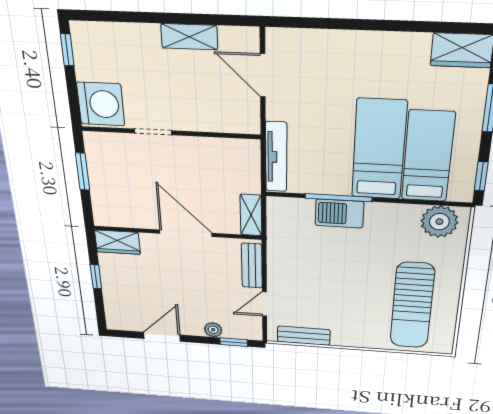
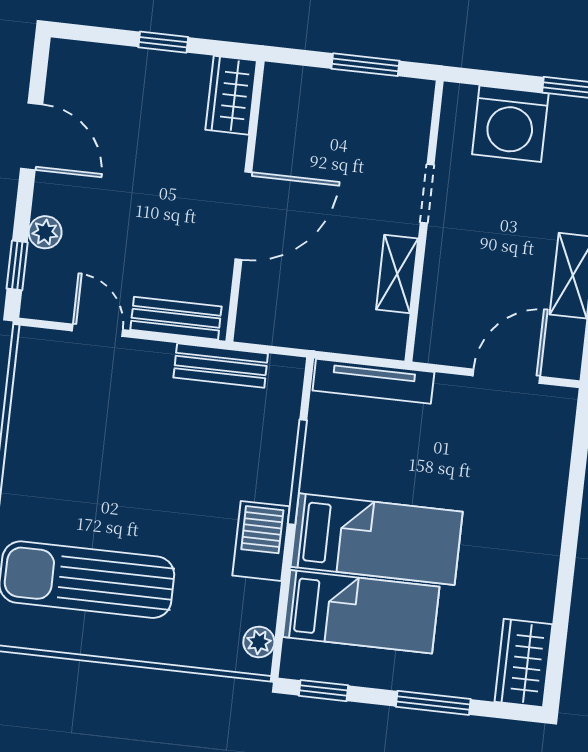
washing machine: (101, 104) -> (510, 124), moved
barbecue: (339, 214) -> (261, 541), moved
shelving: (251, 215) -> (397, 274), moved, turned 90
plant: (439, 222) -> (259, 642), width x0.53, depth x0.53
bench: (304, 336) -> (221, 366), moved, turned 90

